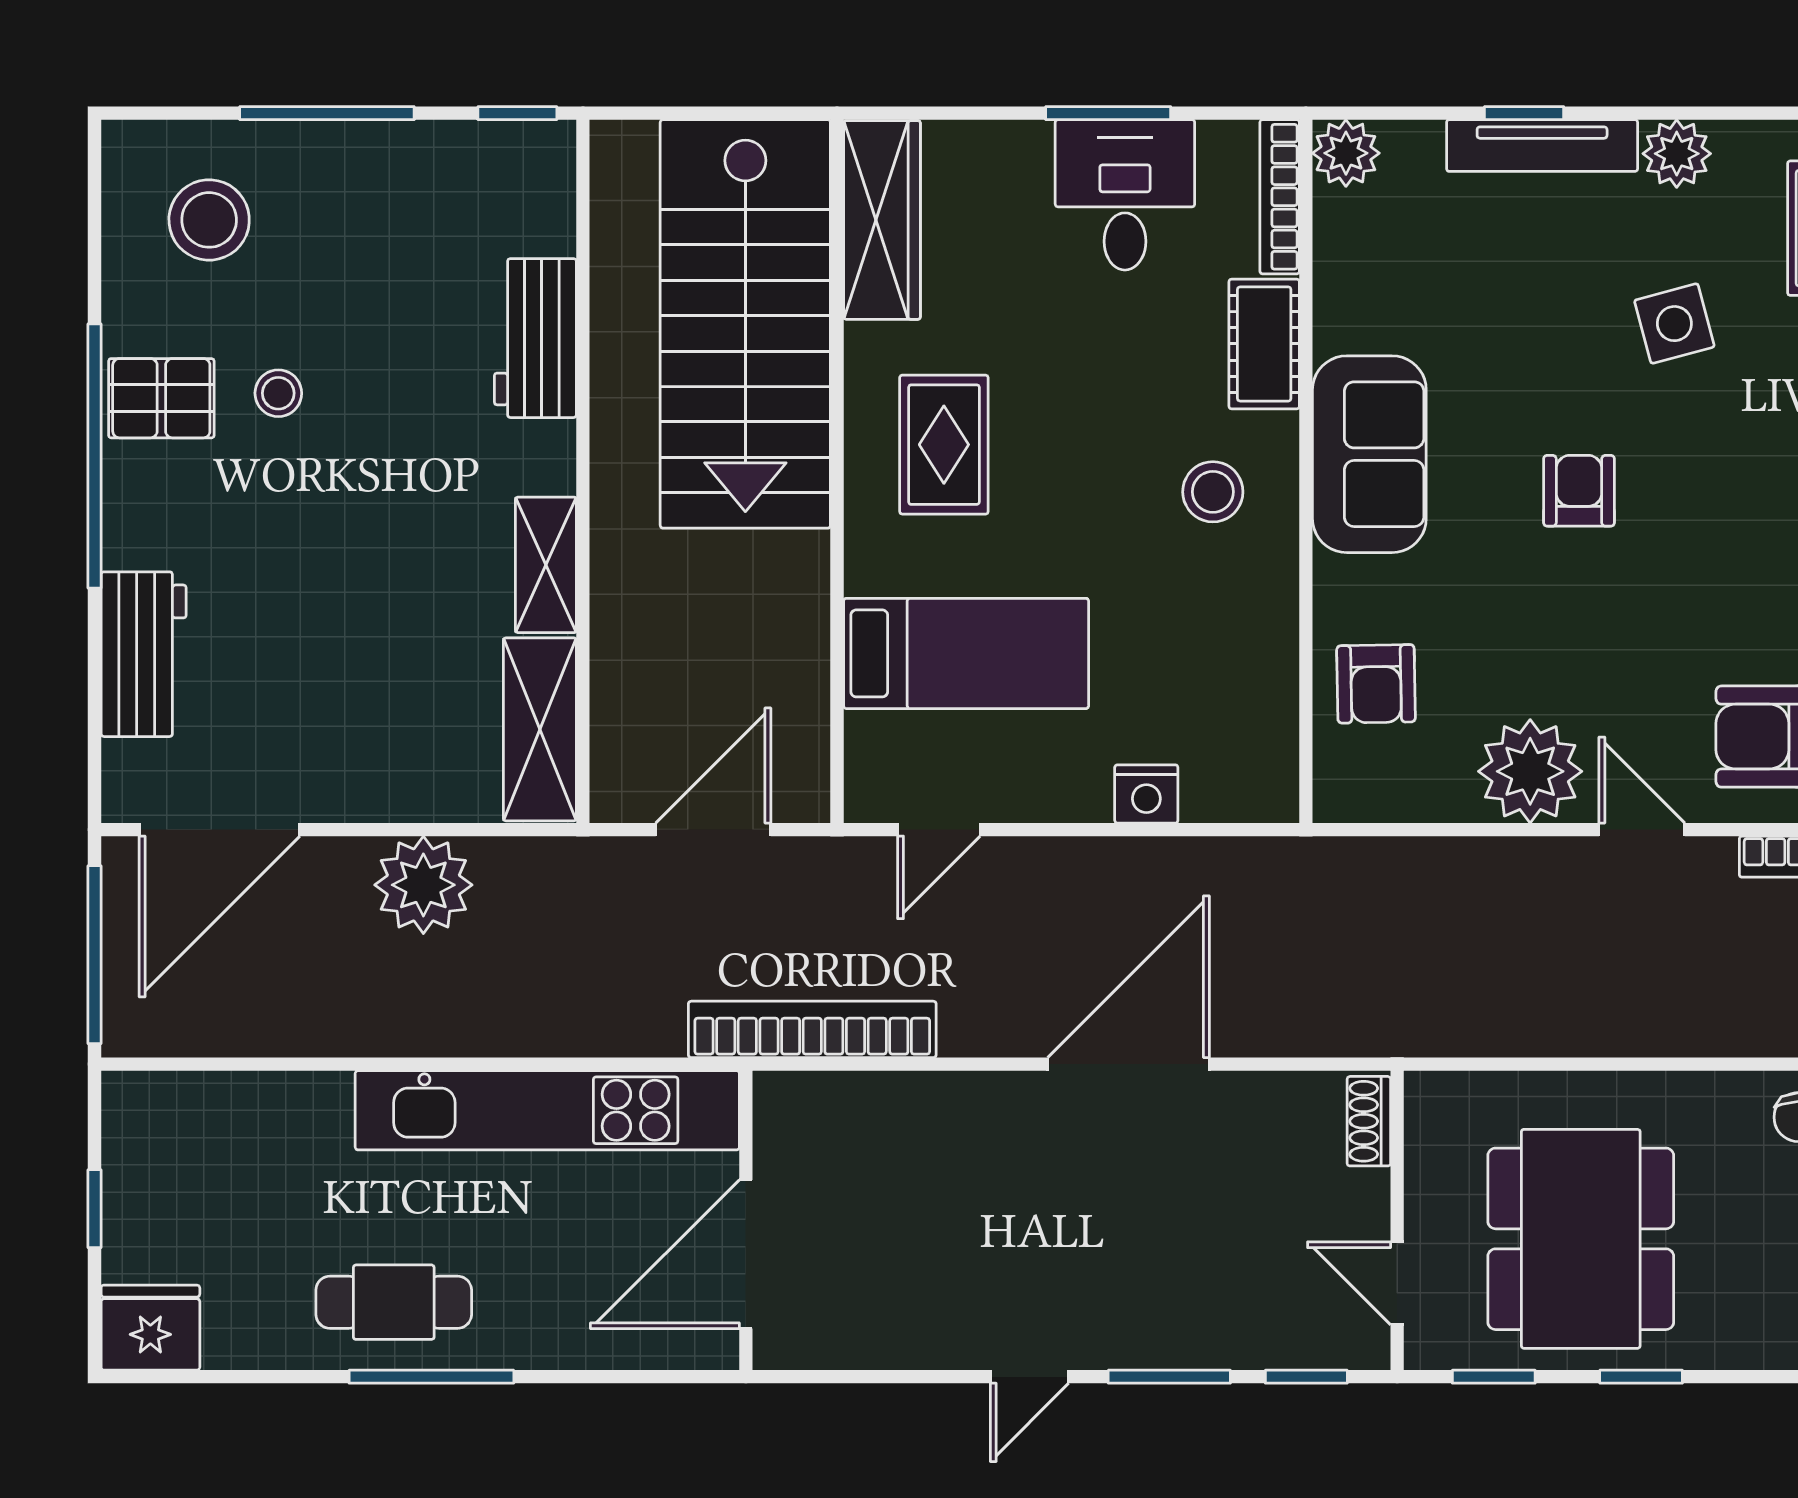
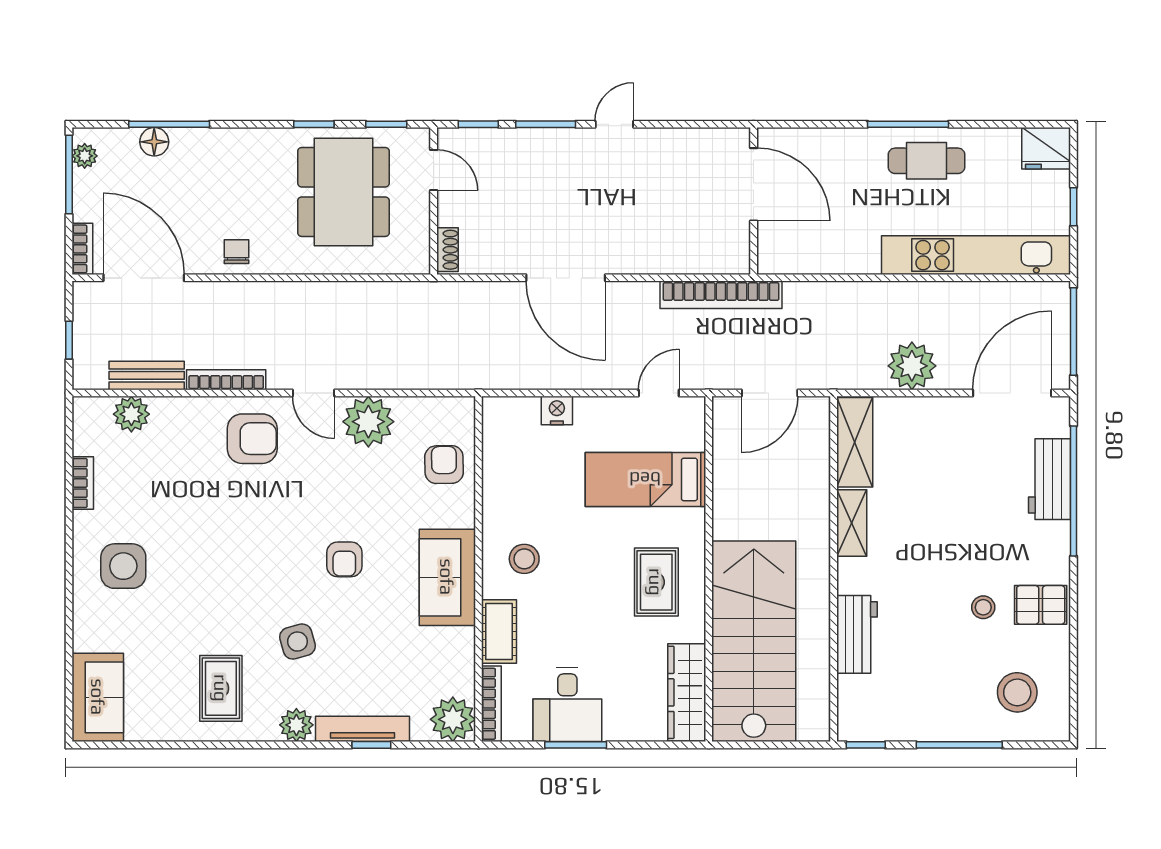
plant: (1346, 153) -> (453, 719), width x1.36, depth x1.36
window: (94, 456) -> (1074, 491), moved
door: (1128, 1064) -> (566, 278), hinge flipped
kitchen unit: (547, 1110) -> (976, 255), moved
door: (746, 1254) -> (754, 184), hinge flipped

